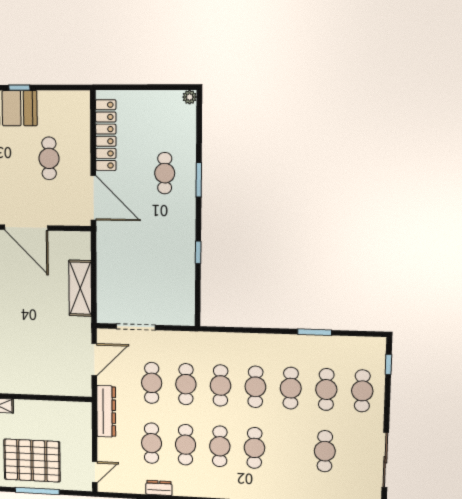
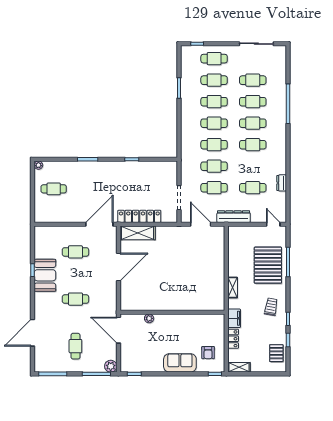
locker: (106, 135) -> (139, 216), moved
cafe table: (165, 173) -> (54, 189), moved
shelving: (80, 288) -> (138, 233), moved
cafe table: (185, 445) -> (253, 102), moved

